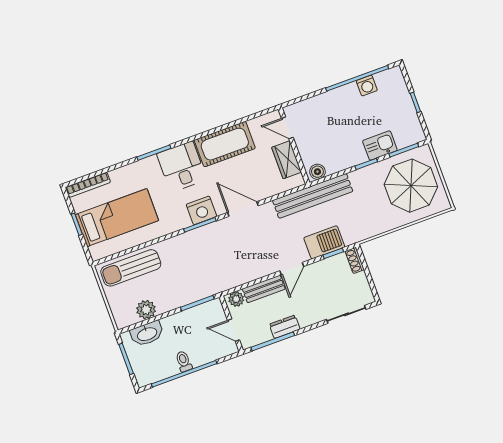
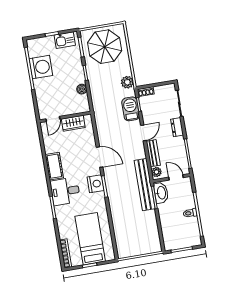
washing machine: (367, 86) -> (41, 67), width x1.89, depth x1.89
cot: (225, 144) -> (54, 166), width x0.73, depth x0.75
kitchen sink: (380, 146) -> (65, 40), moved, turned -90
boiler: (317, 172) -> (82, 89), moved
bench: (313, 196) -> (145, 185), moved
door: (243, 209) -> (100, 157), swing flipped
sun lounger: (131, 268) -> (124, 236), removed
door: (292, 269) -> (144, 133), hinge flipped
plant: (146, 310) -> (127, 82), moved
dresser: (285, 327) -> (177, 127), moved
door: (234, 330) -> (176, 177), swing flipped
washbasin: (147, 334) -> (161, 193), moved

